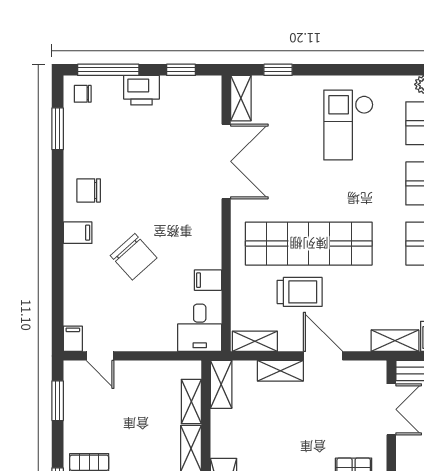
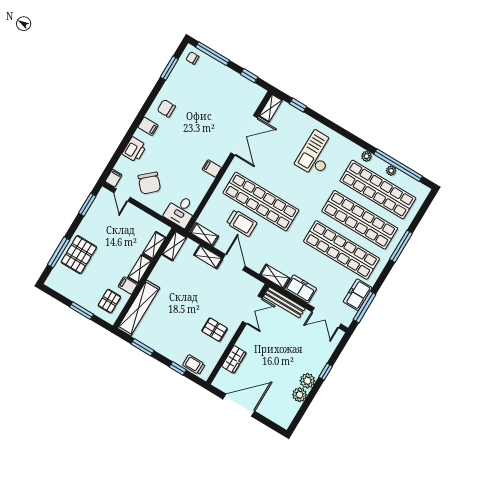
printer: (141, 90) -> (134, 150), moved, turned -90
chair: (134, 257) -> (149, 183), moved
filing cabinet: (208, 280) -> (212, 169), moved

